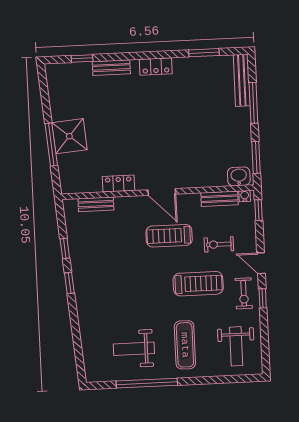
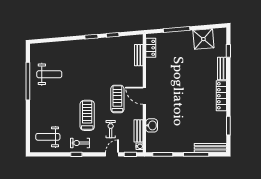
locker: (156, 66) -> (221, 96), width x1.53
shower: (69, 136) -> (203, 39), moved
washbasin: (239, 176) -> (152, 125), moved
locker: (118, 184) -> (151, 48), moved
door: (162, 192) -> (144, 96), hinge flipped
door: (261, 263) -> (112, 154), moved
treadmill: (198, 284) -> (87, 115), turned 180
exercise mat: (185, 345) -> (50, 106), removed
weight bench: (134, 349) -> (49, 74), turned 90

